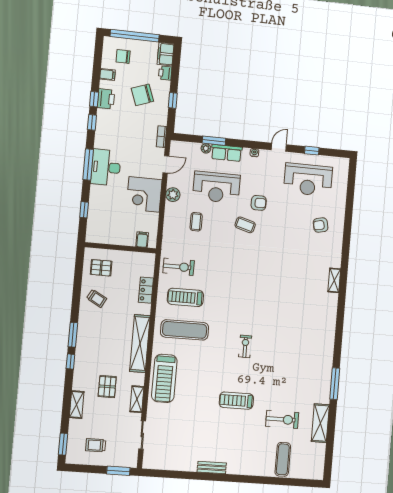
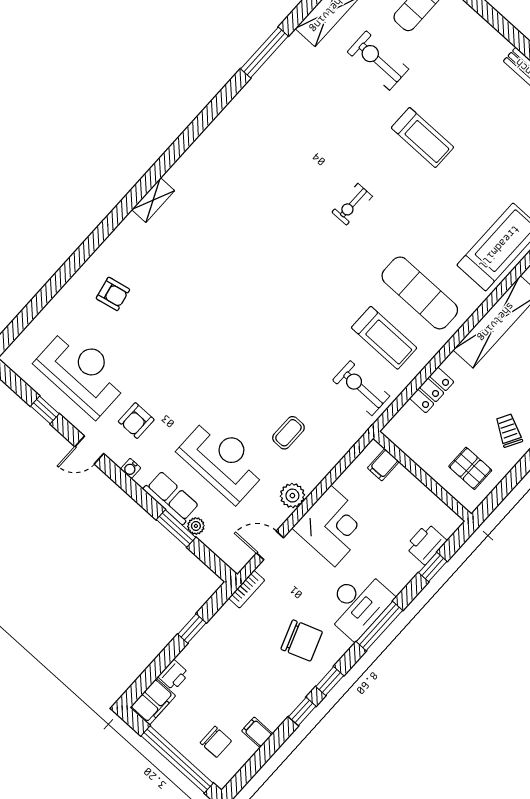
chair: (142, 95) -> (302, 640), moved
printer: (106, 99) -> (426, 544), moved
armchair: (259, 203) -> (136, 421), moved, turned -90
coffee table: (245, 225) -> (222, 376), removed

